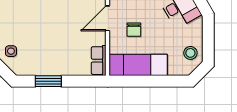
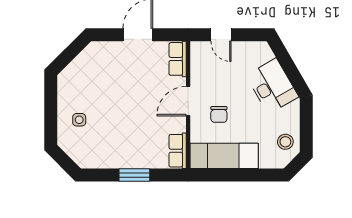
side table: (11, 51) -> (79, 120), moved
window: (48, 81) -> (134, 175), moved

